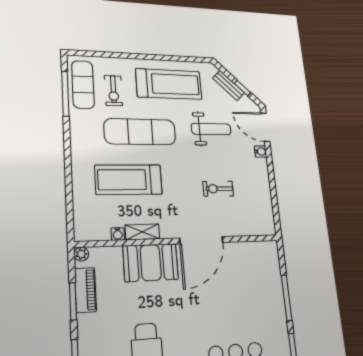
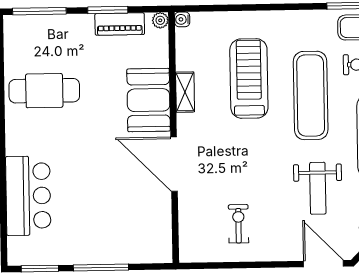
door: (265, 127) -> (323, 264), hinge flipped
water cooler: (261, 152) -> (289, 253), removed
exercise bike: (218, 189) -> (238, 224), moved
water cooler: (118, 234) -> (182, 19), moved

